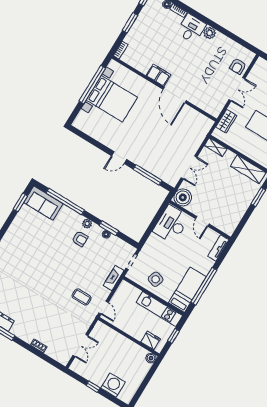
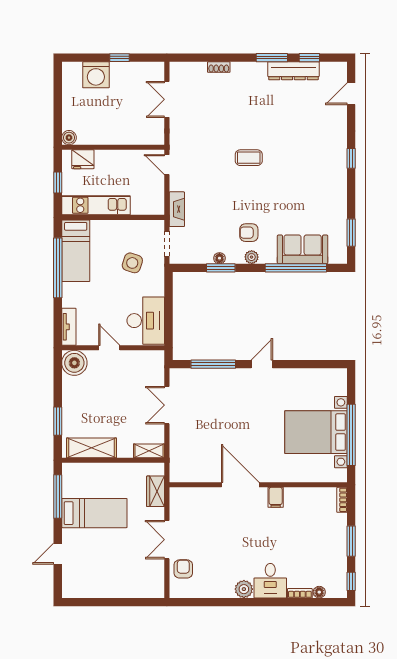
filing cabinet: (159, 75) -> (276, 497), width x0.50
boiler: (183, 197) -> (74, 363), moved
sofa: (43, 203) -> (303, 249), moved
side table: (156, 279) -> (132, 263), moved
coffee table: (82, 297) -> (249, 158), moved

